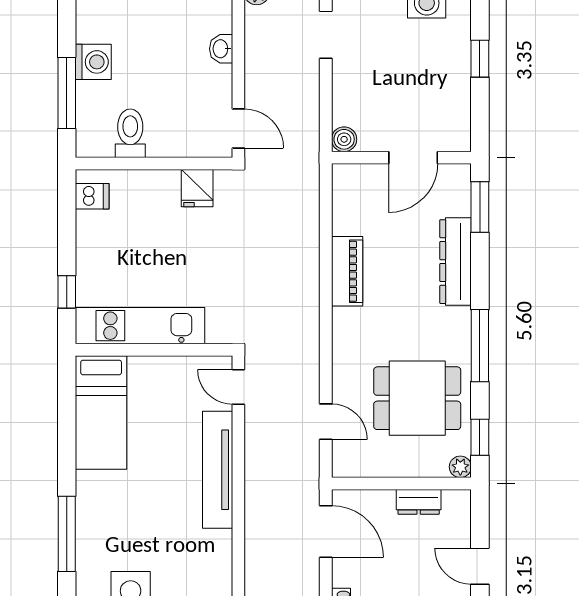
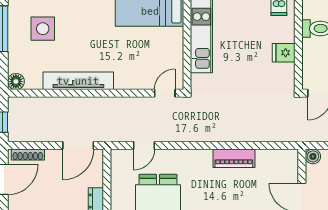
fridge: (197, 188) -> (284, 53), moved
tv unit: (218, 470) -> (78, 81), moved

